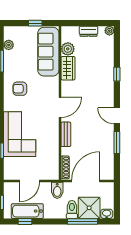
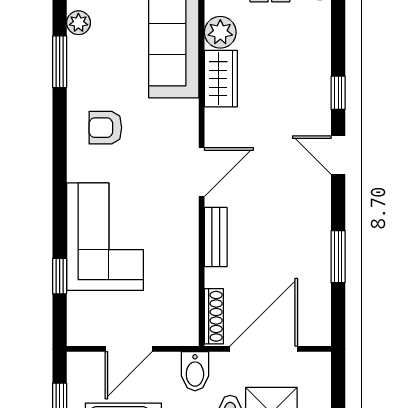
door: (117, 116) -> (338, 155), moved

